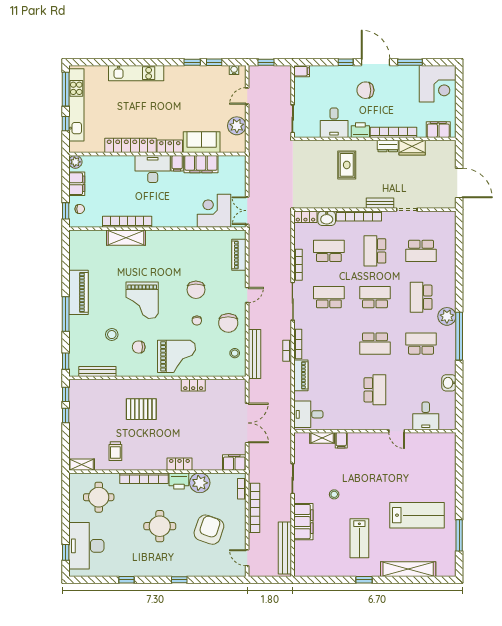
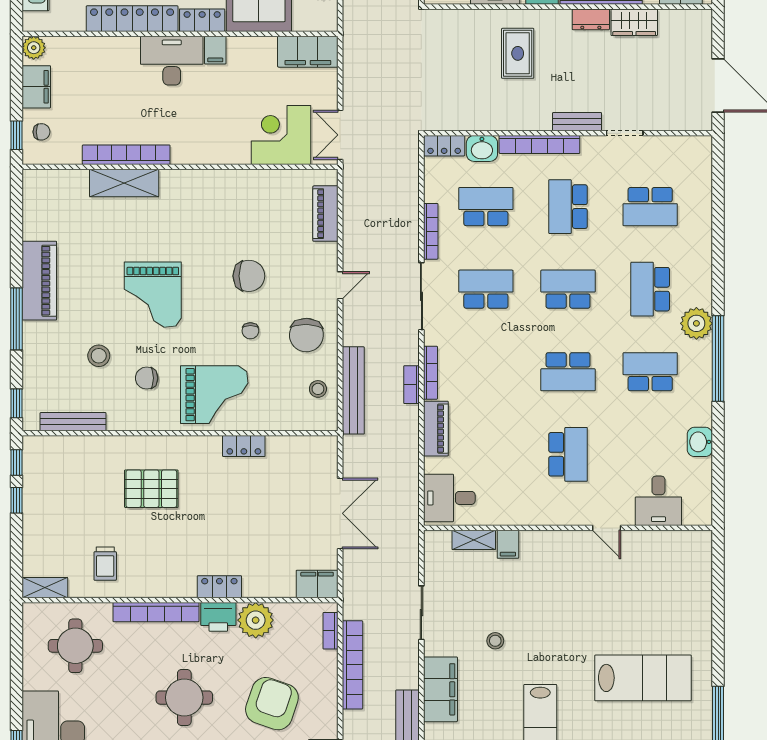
filing cabinet: (201, 164) -> (308, 52), moved
chair: (196, 290) -> (249, 276), turned -90

